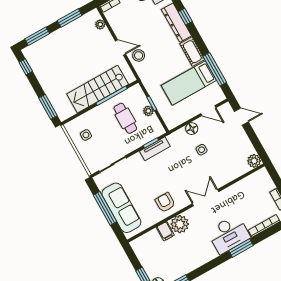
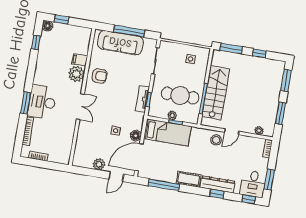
window: (26, 67) -> (259, 53), moved
bed: (189, 83) -> (167, 132), moved, turned 90
door: (208, 111) -> (139, 157), width x1.87
cafe table: (125, 118) -> (180, 96), width x1.37, depth x1.35
plant: (254, 161) -> (99, 164), moved

